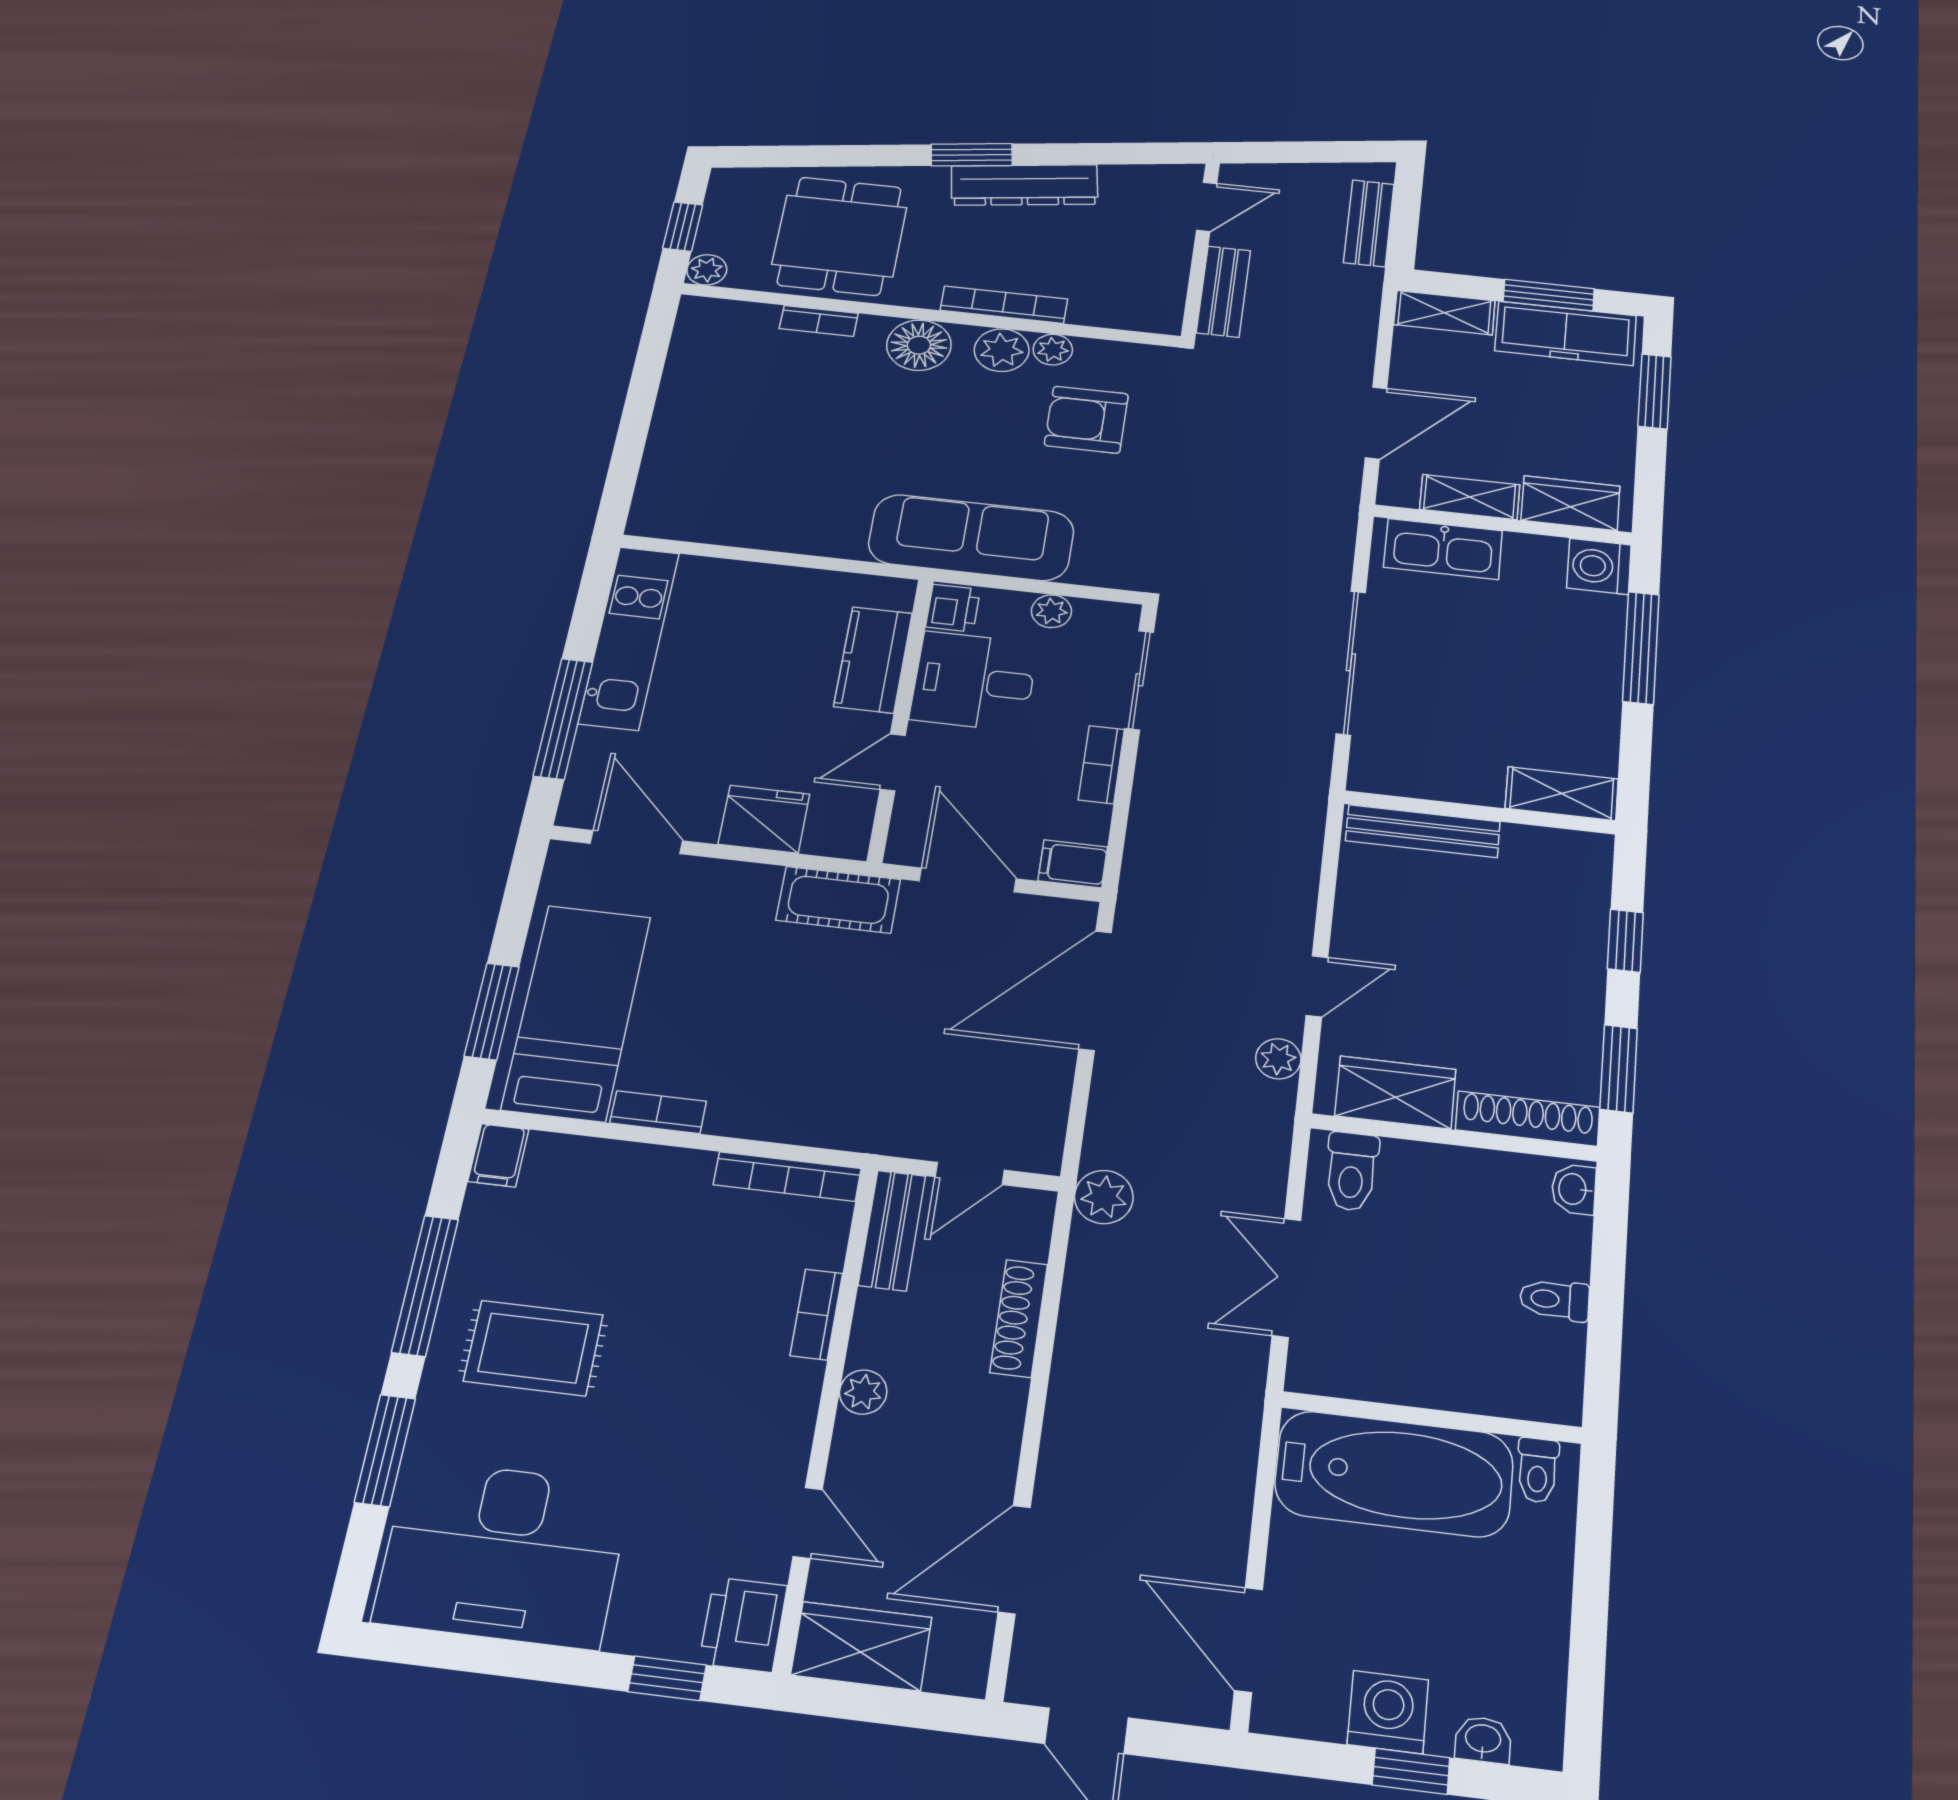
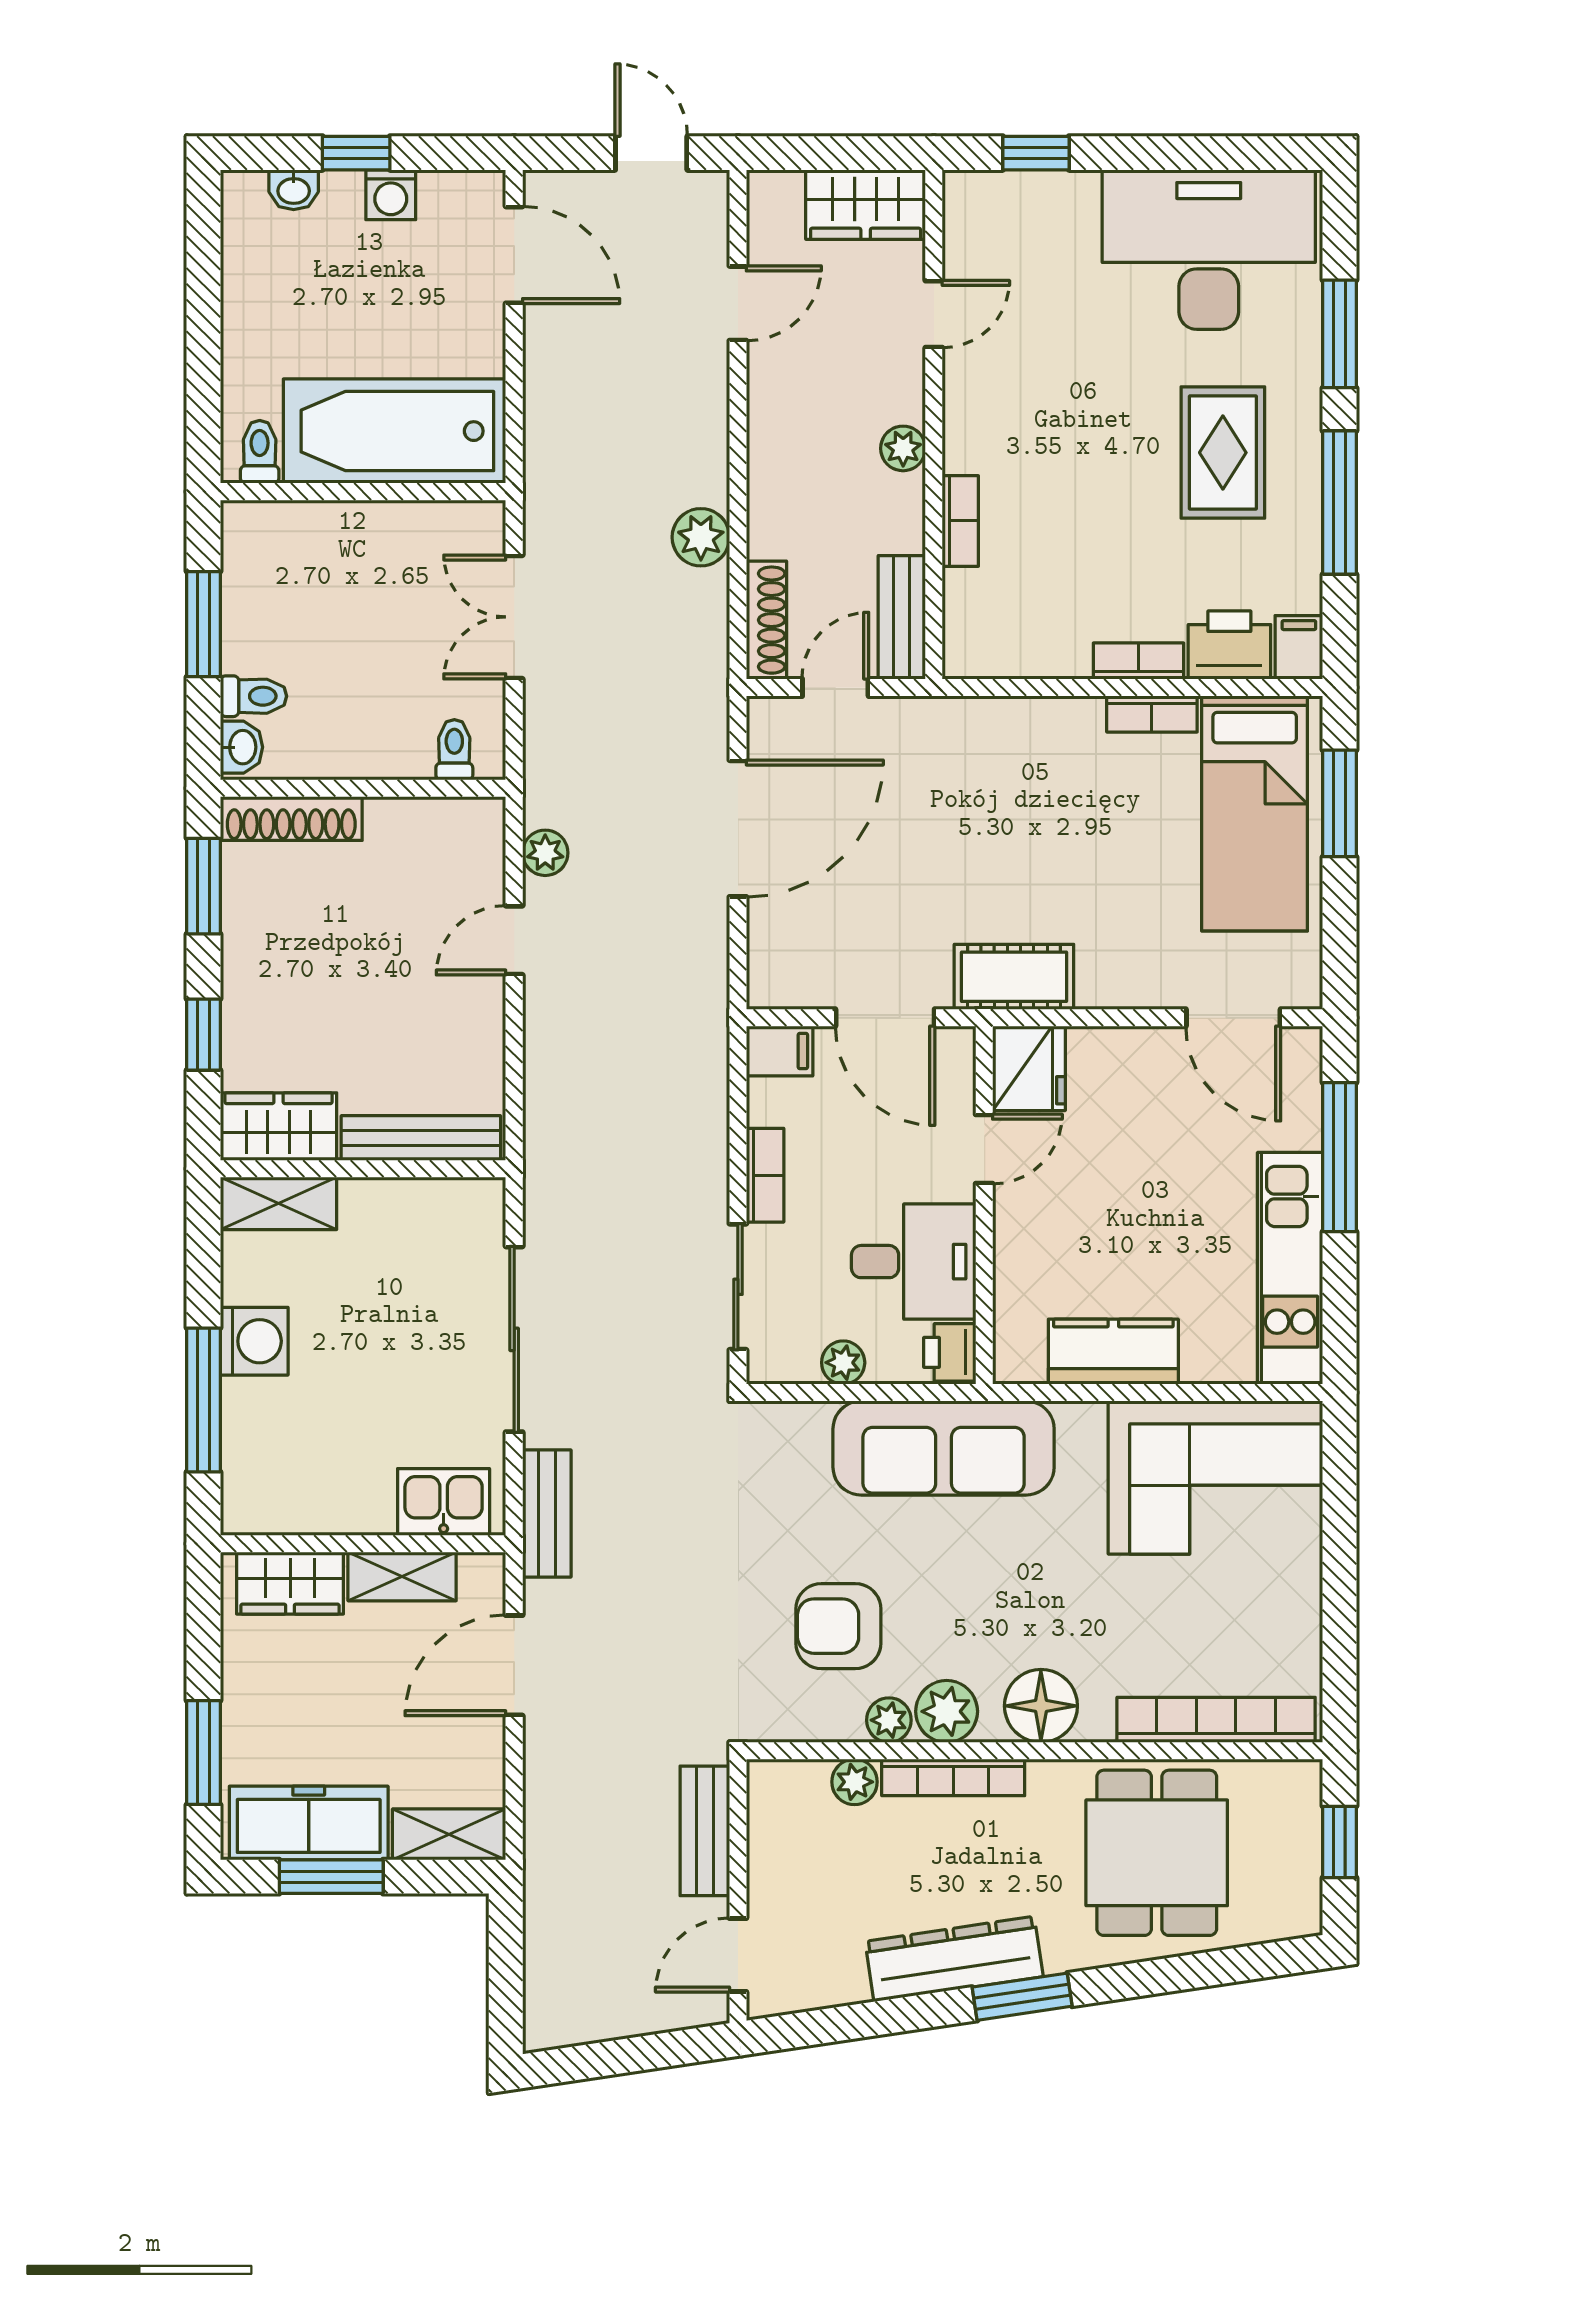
bench: (1369, 223) -> (547, 1513), moved
plant: (707, 270) -> (854, 1782), moved
bookcase: (819, 321) -> (1216, 1720), width x2.31, depth x1.31
armchair: (1086, 420) -> (838, 1626), turned 180
corner sofa: (732, 489) -> (1215, 1478), added
kitchen sink: (1443, 549) -> (444, 1502), width x0.73
washing machine: (1599, 566) -> (254, 1341), moved
kitchen counter: (873, 660) -> (1113, 1352), moved, turned -90
fridge: (764, 819) -> (1029, 1068), moved, turned -90
door: (1095, 990) -> (738, 829), moved
wardrobe: (1395, 1093) -> (279, 1127), moved, turned 180
toilet: (1351, 1171) -> (454, 750), width x0.73, depth x0.72
bookcase: (787, 1177) -> (1139, 661), moved, width x0.64
plant: (1104, 1197) -> (701, 537), moved
double door: (1286, 1278) -> (514, 617), swing flipped
toilet: (1555, 1300) -> (254, 696), moved
window: (1606, 1309) -> (204, 624), added
shoe rack: (1019, 1318) -> (766, 620), moved
rug: (533, 1348) -> (1223, 453), turned 90
door: (808, 1523) -> (934, 314), swing flipped
door: (1014, 1560) -> (738, 303), width x0.73
printer: (743, 1624) -> (1229, 645), moved, turned -90
washing machine: (1388, 1712) -> (391, 195), width x0.73, depth x0.73

